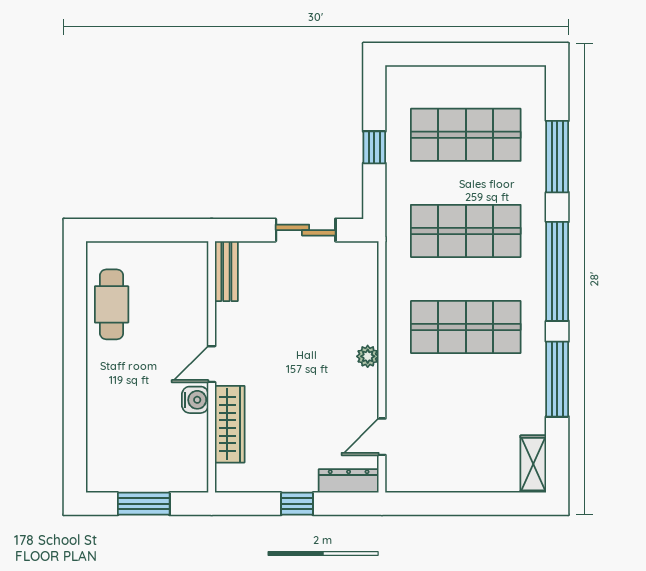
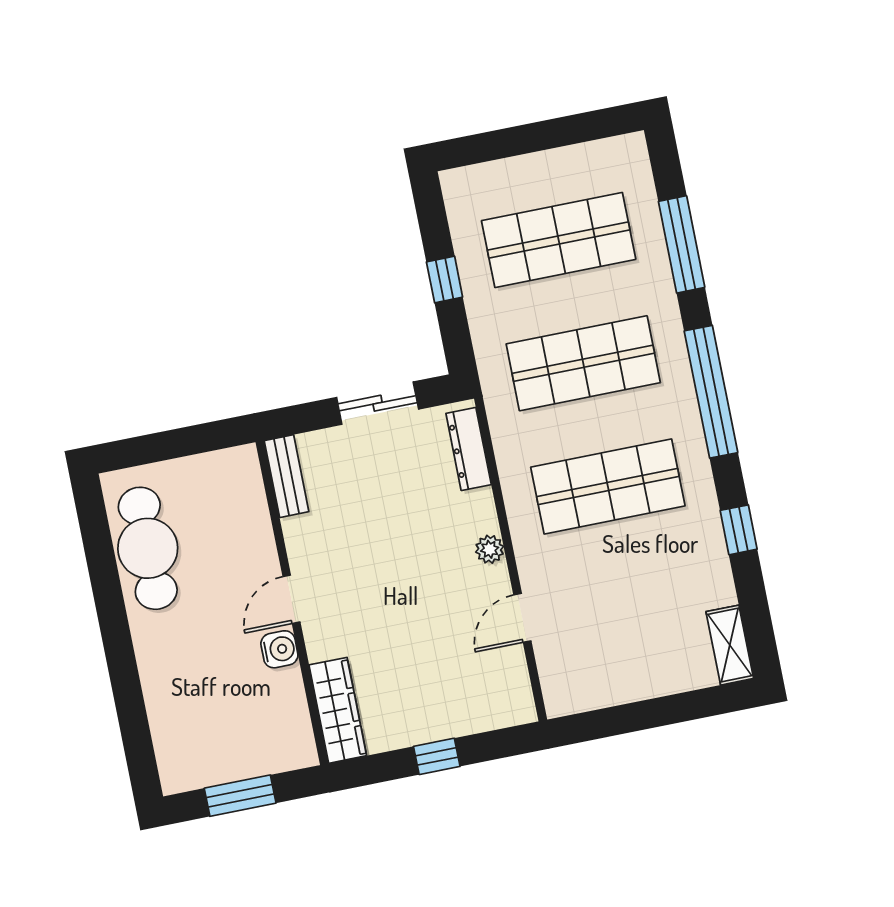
cafe table: (112, 304) -> (148, 548), width x1.37, depth x1.35
window: (557, 379) -> (739, 530), width x0.46
wardrobe: (230, 424) -> (338, 710), moved
door: (382, 437) -> (522, 618), moved
dresser: (349, 481) -> (469, 449), moved, turned -90

